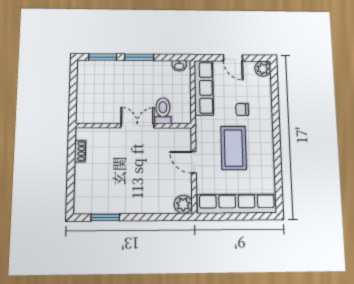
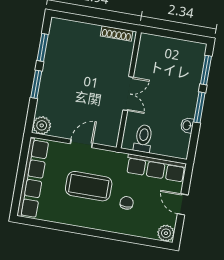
door: (233, 58) -> (183, 204), hinge flipped
washbasin: (179, 66) -> (187, 125), moved
toilet: (163, 111) -> (143, 138), moved, turned -90
shoe rack: (80, 151) -> (117, 34), width x1.43
window: (143, 217) -> (36, 84), added

